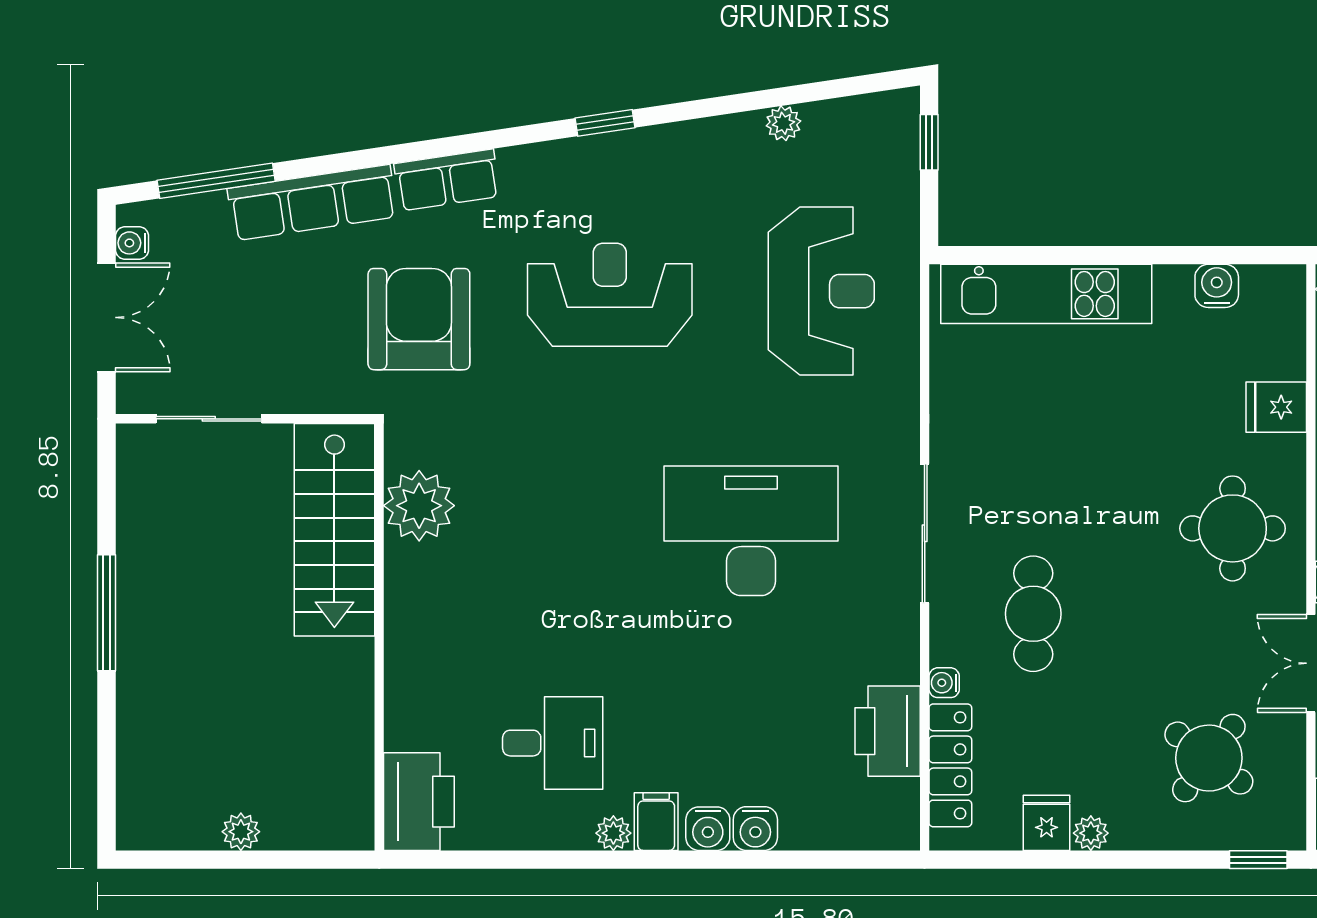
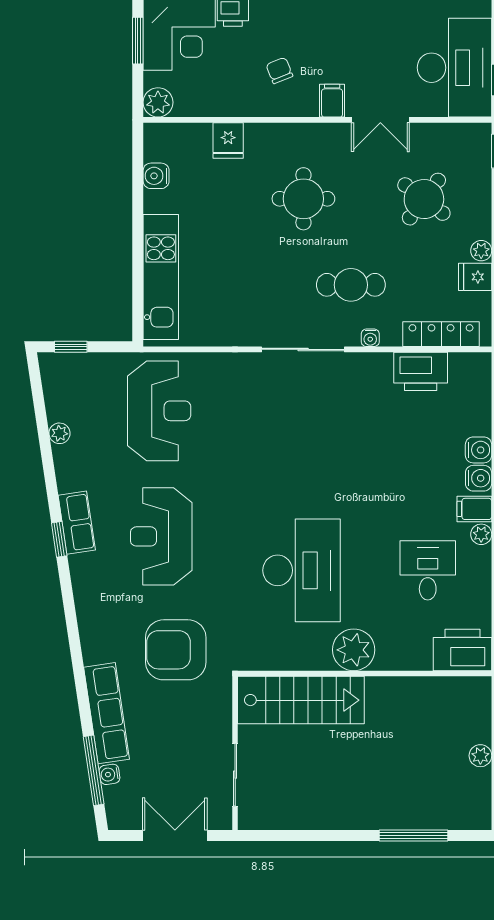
row of seats: (447, 180) -> (77, 523), moved
water cooler: (132, 243) -> (109, 774), moved, turned 82
reception desk: (821, 291) -> (159, 411), turned 90
plant: (419, 506) -> (354, 650), moved
round table: (1233, 528) -> (303, 199), moved
desk: (751, 531) -> (302, 570), moved, turned 180
window: (106, 613) -> (414, 836), moved
water cooler: (944, 683) -> (370, 338), moved
round table: (1209, 758) -> (424, 199), moved

